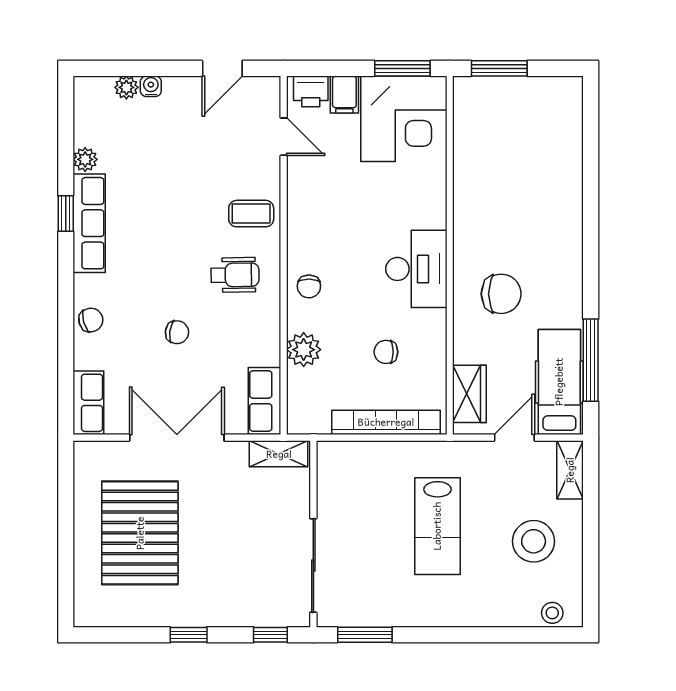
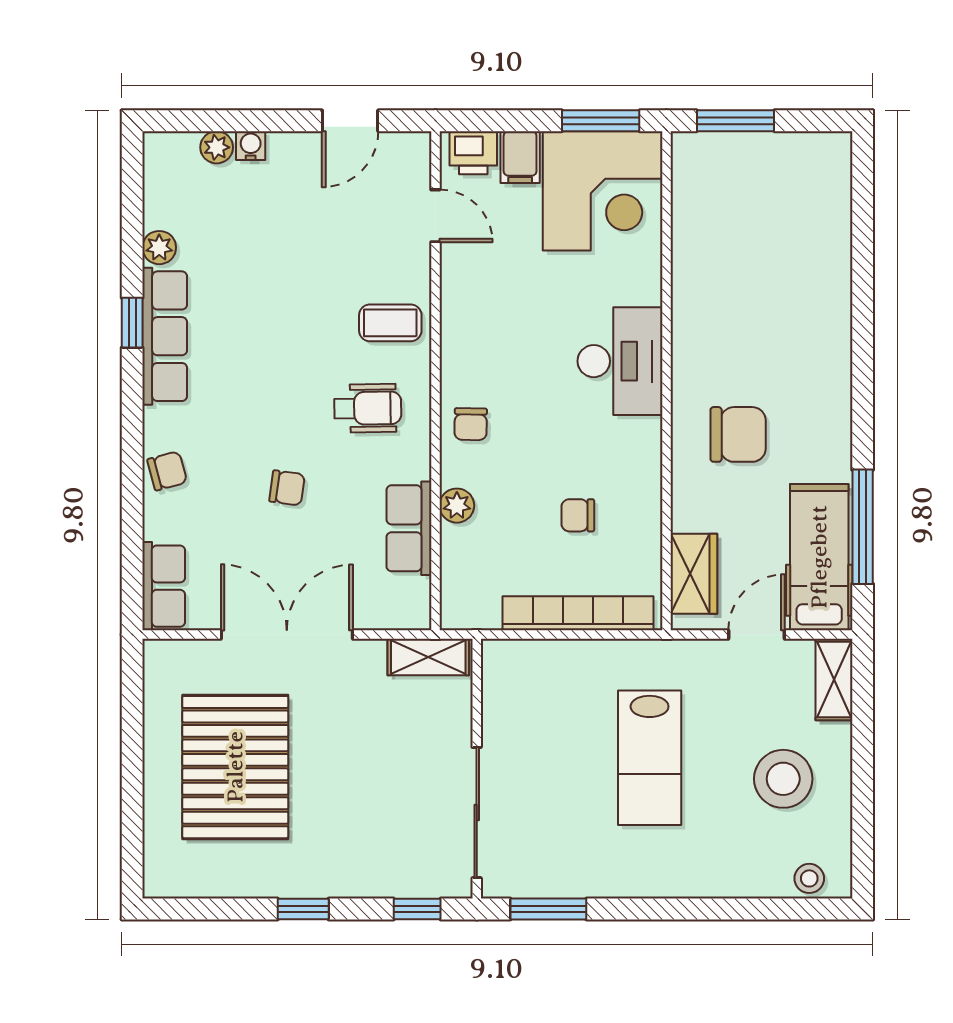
desk: (416, 269) -> (620, 361), moved
plant: (304, 350) -> (457, 506), width x0.73, depth x0.73
row of seats: (265, 401) -> (409, 528), moved

